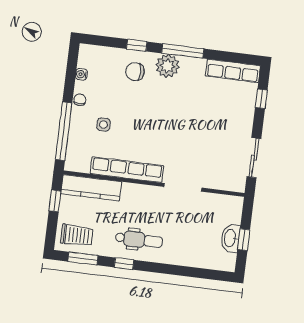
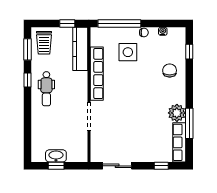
window: (137, 45) -> (189, 52), moved
window: (183, 51) -> (189, 123), moved
plant: (167, 66) -> (177, 113), moved
side table: (103, 125) -> (128, 52), width x1.87, depth x1.87

